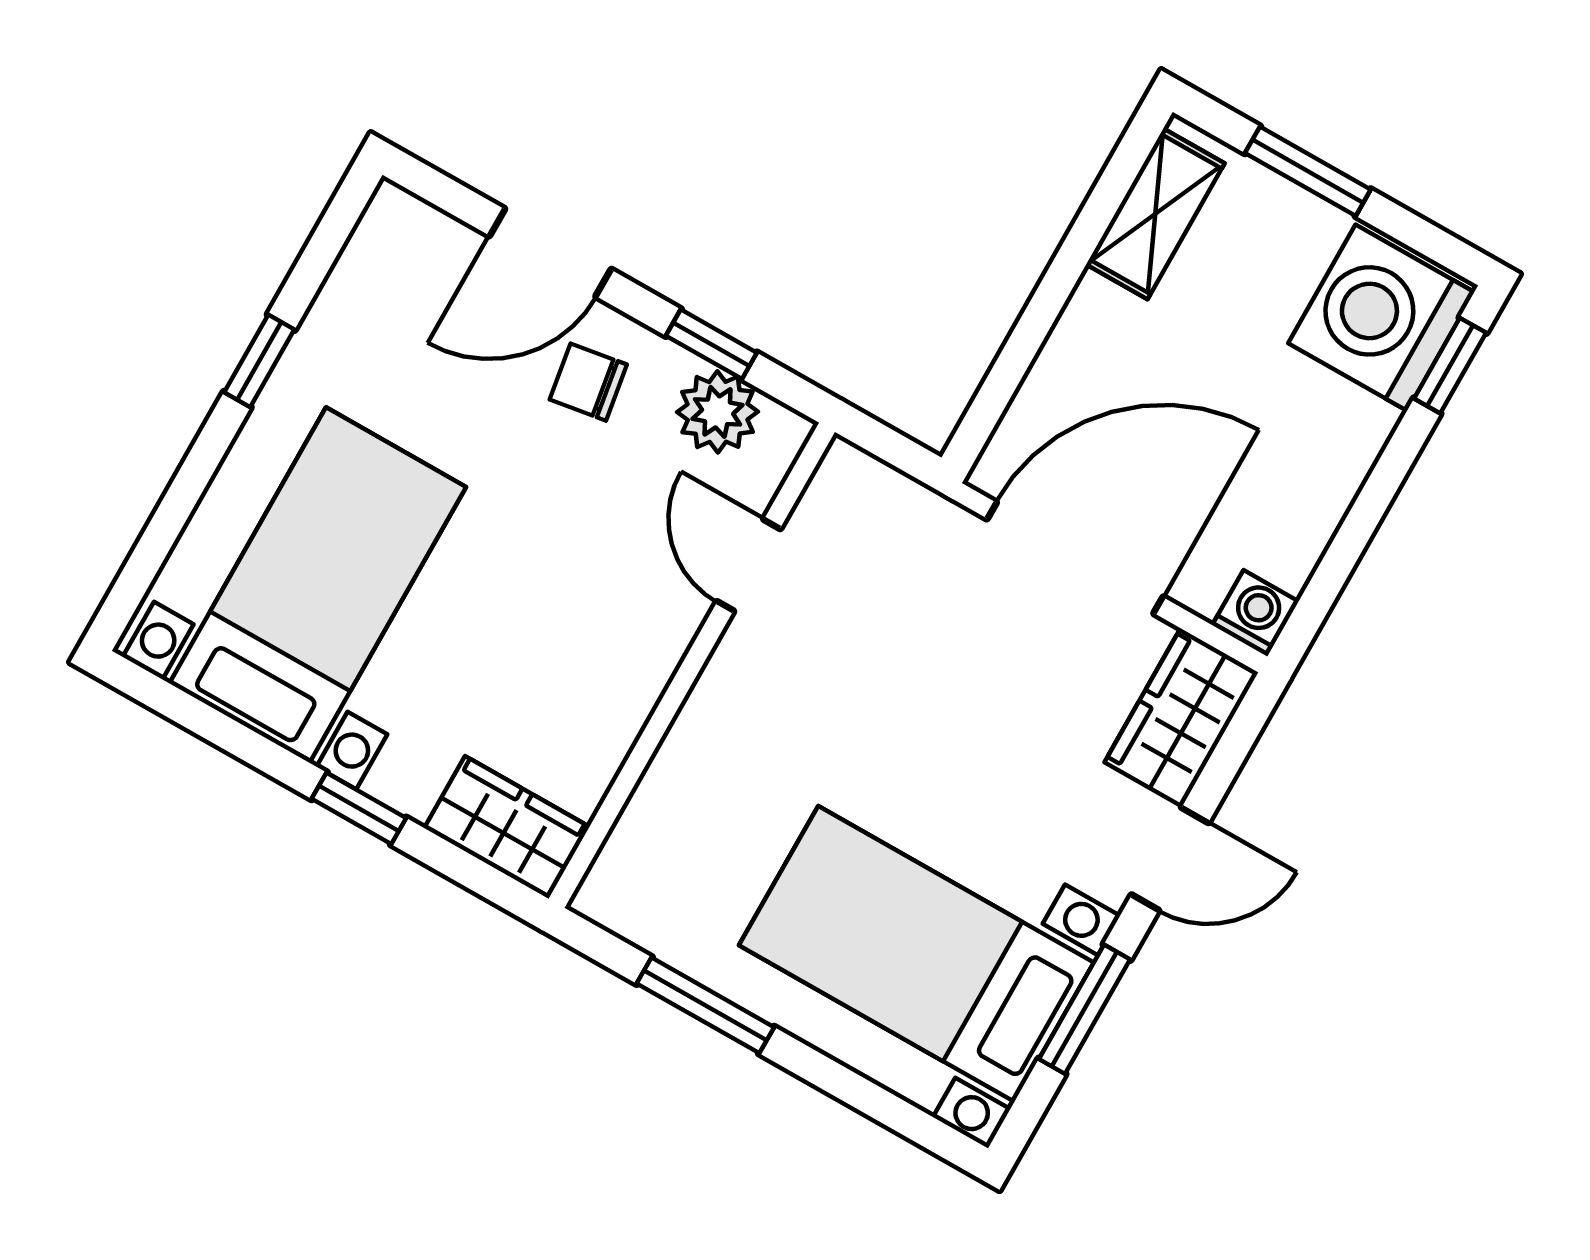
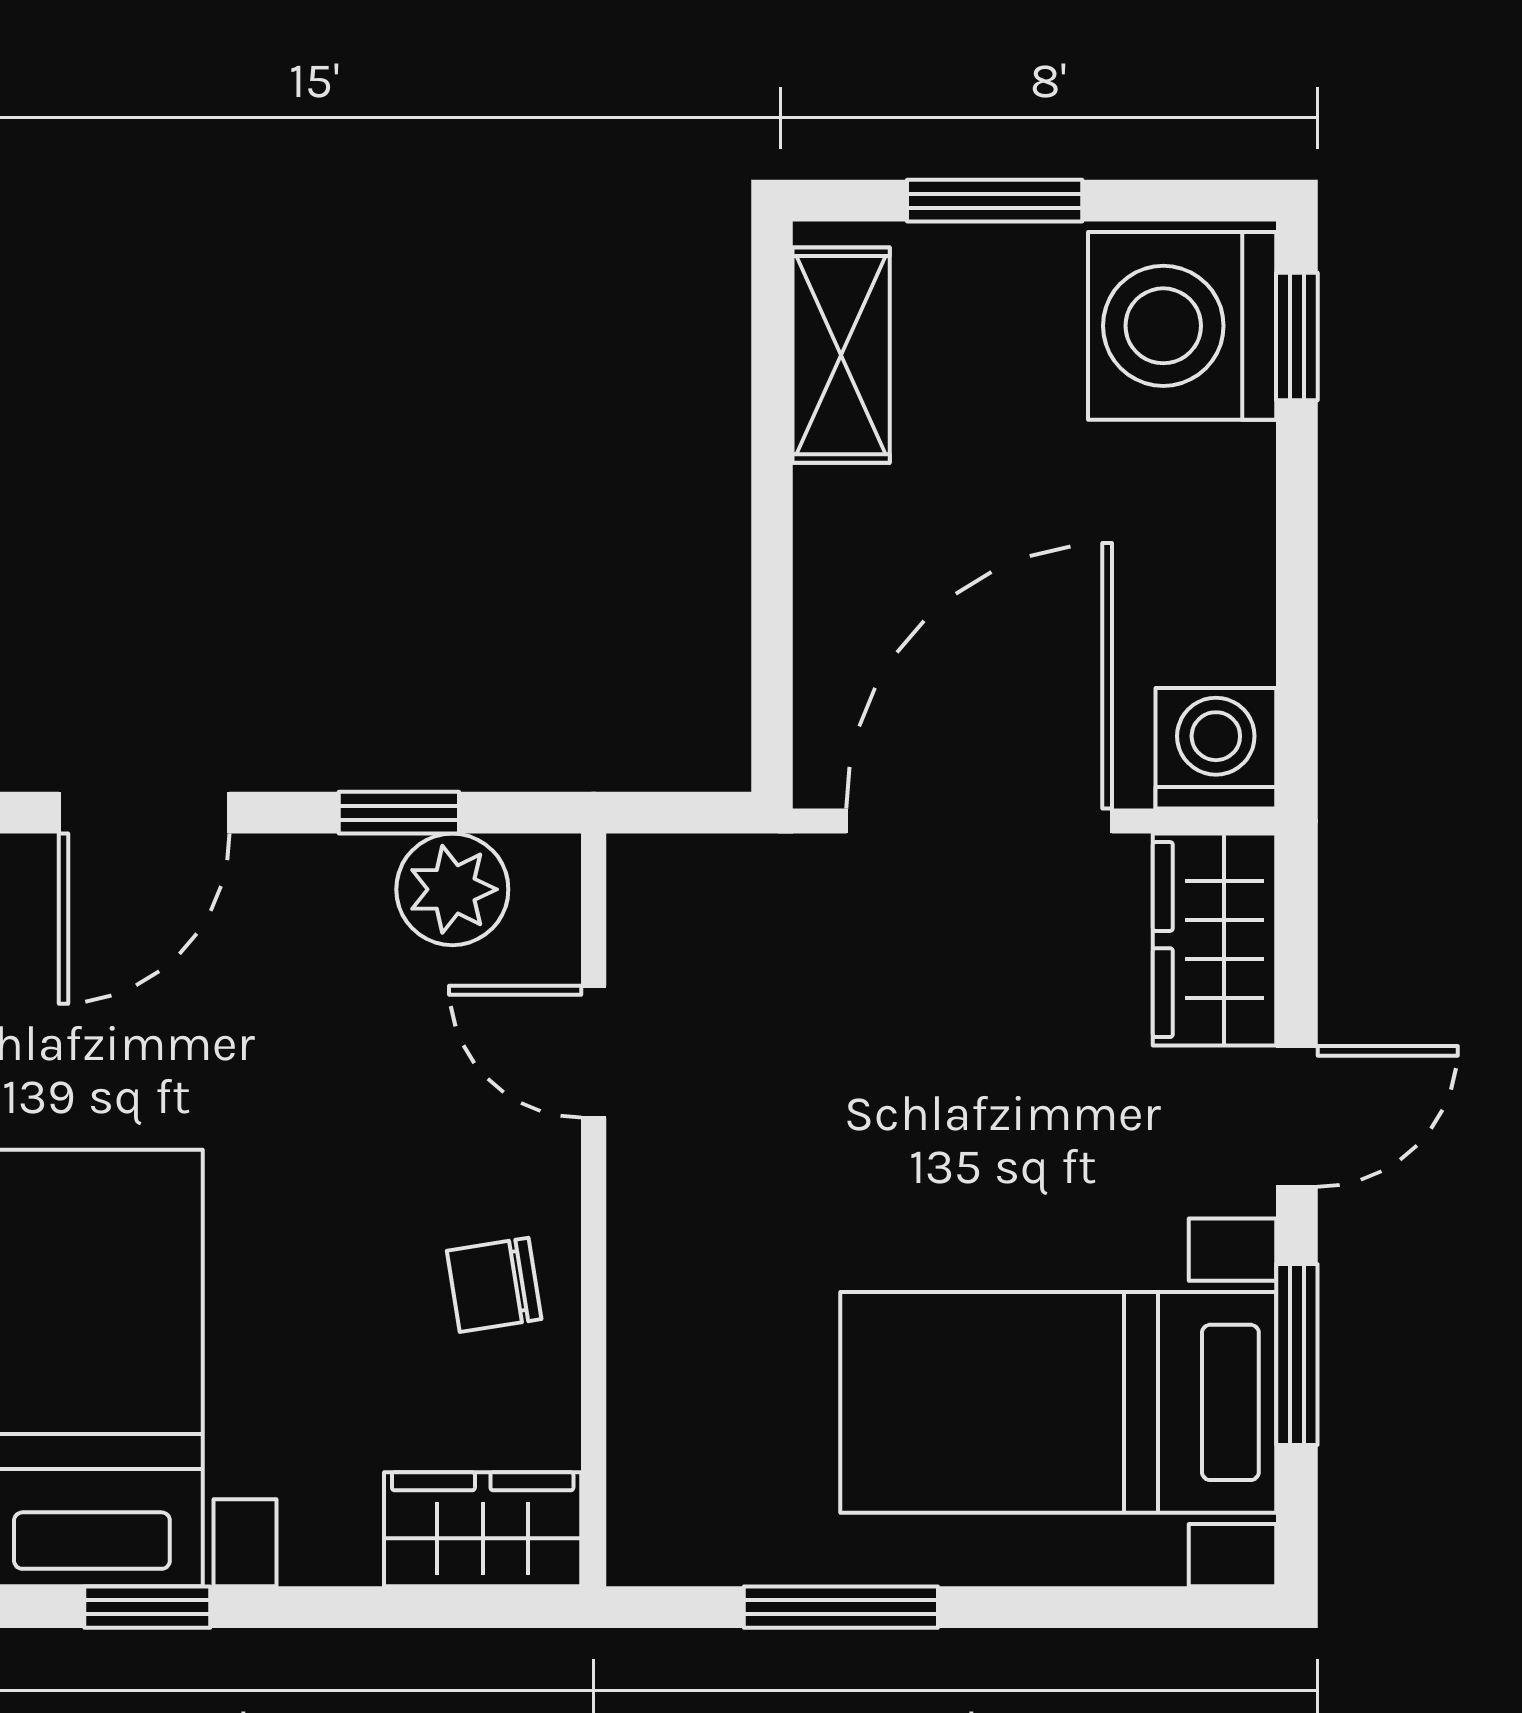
chair: (588, 382) -> (494, 1285), moved
washing machine: (1255, 613) -> (1216, 748), width x1.38, depth x1.38
window: (359, 808) -> (147, 1607), moved

